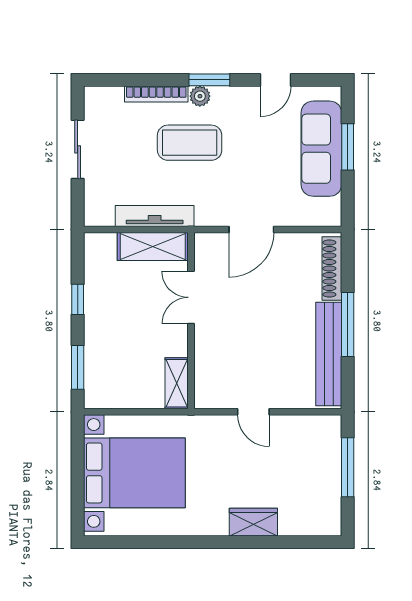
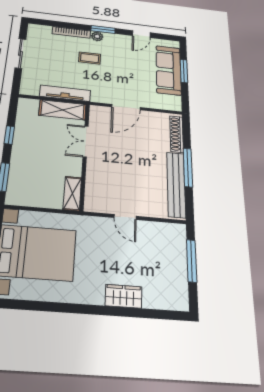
coffee table: (190, 143) -> (90, 58), width x0.54, depth x0.58

